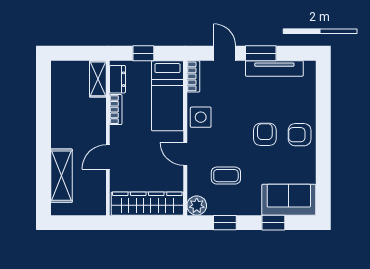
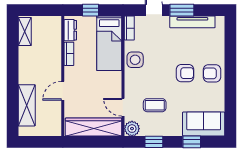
shelving: (98, 79) -> (25, 32), moved
armchair: (265, 134) -> (185, 73), turned 90
door: (185, 154) -> (123, 107), moved

